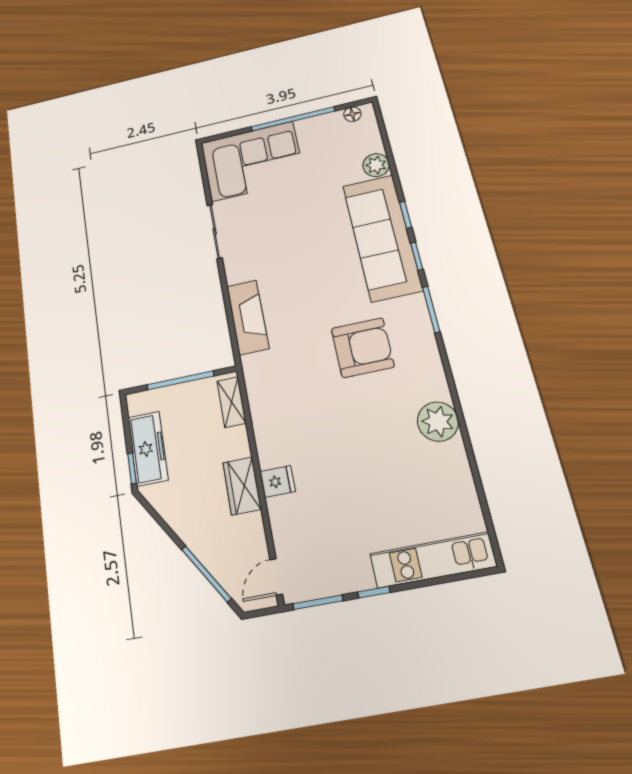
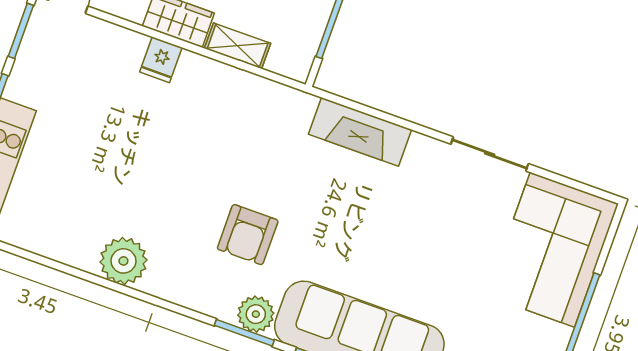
plant: (413, 310) -> (256, 314), added
armchair: (363, 348) -> (248, 235), width x0.73, depth x0.73
shelving: (232, 402) -> (238, 46), moved

